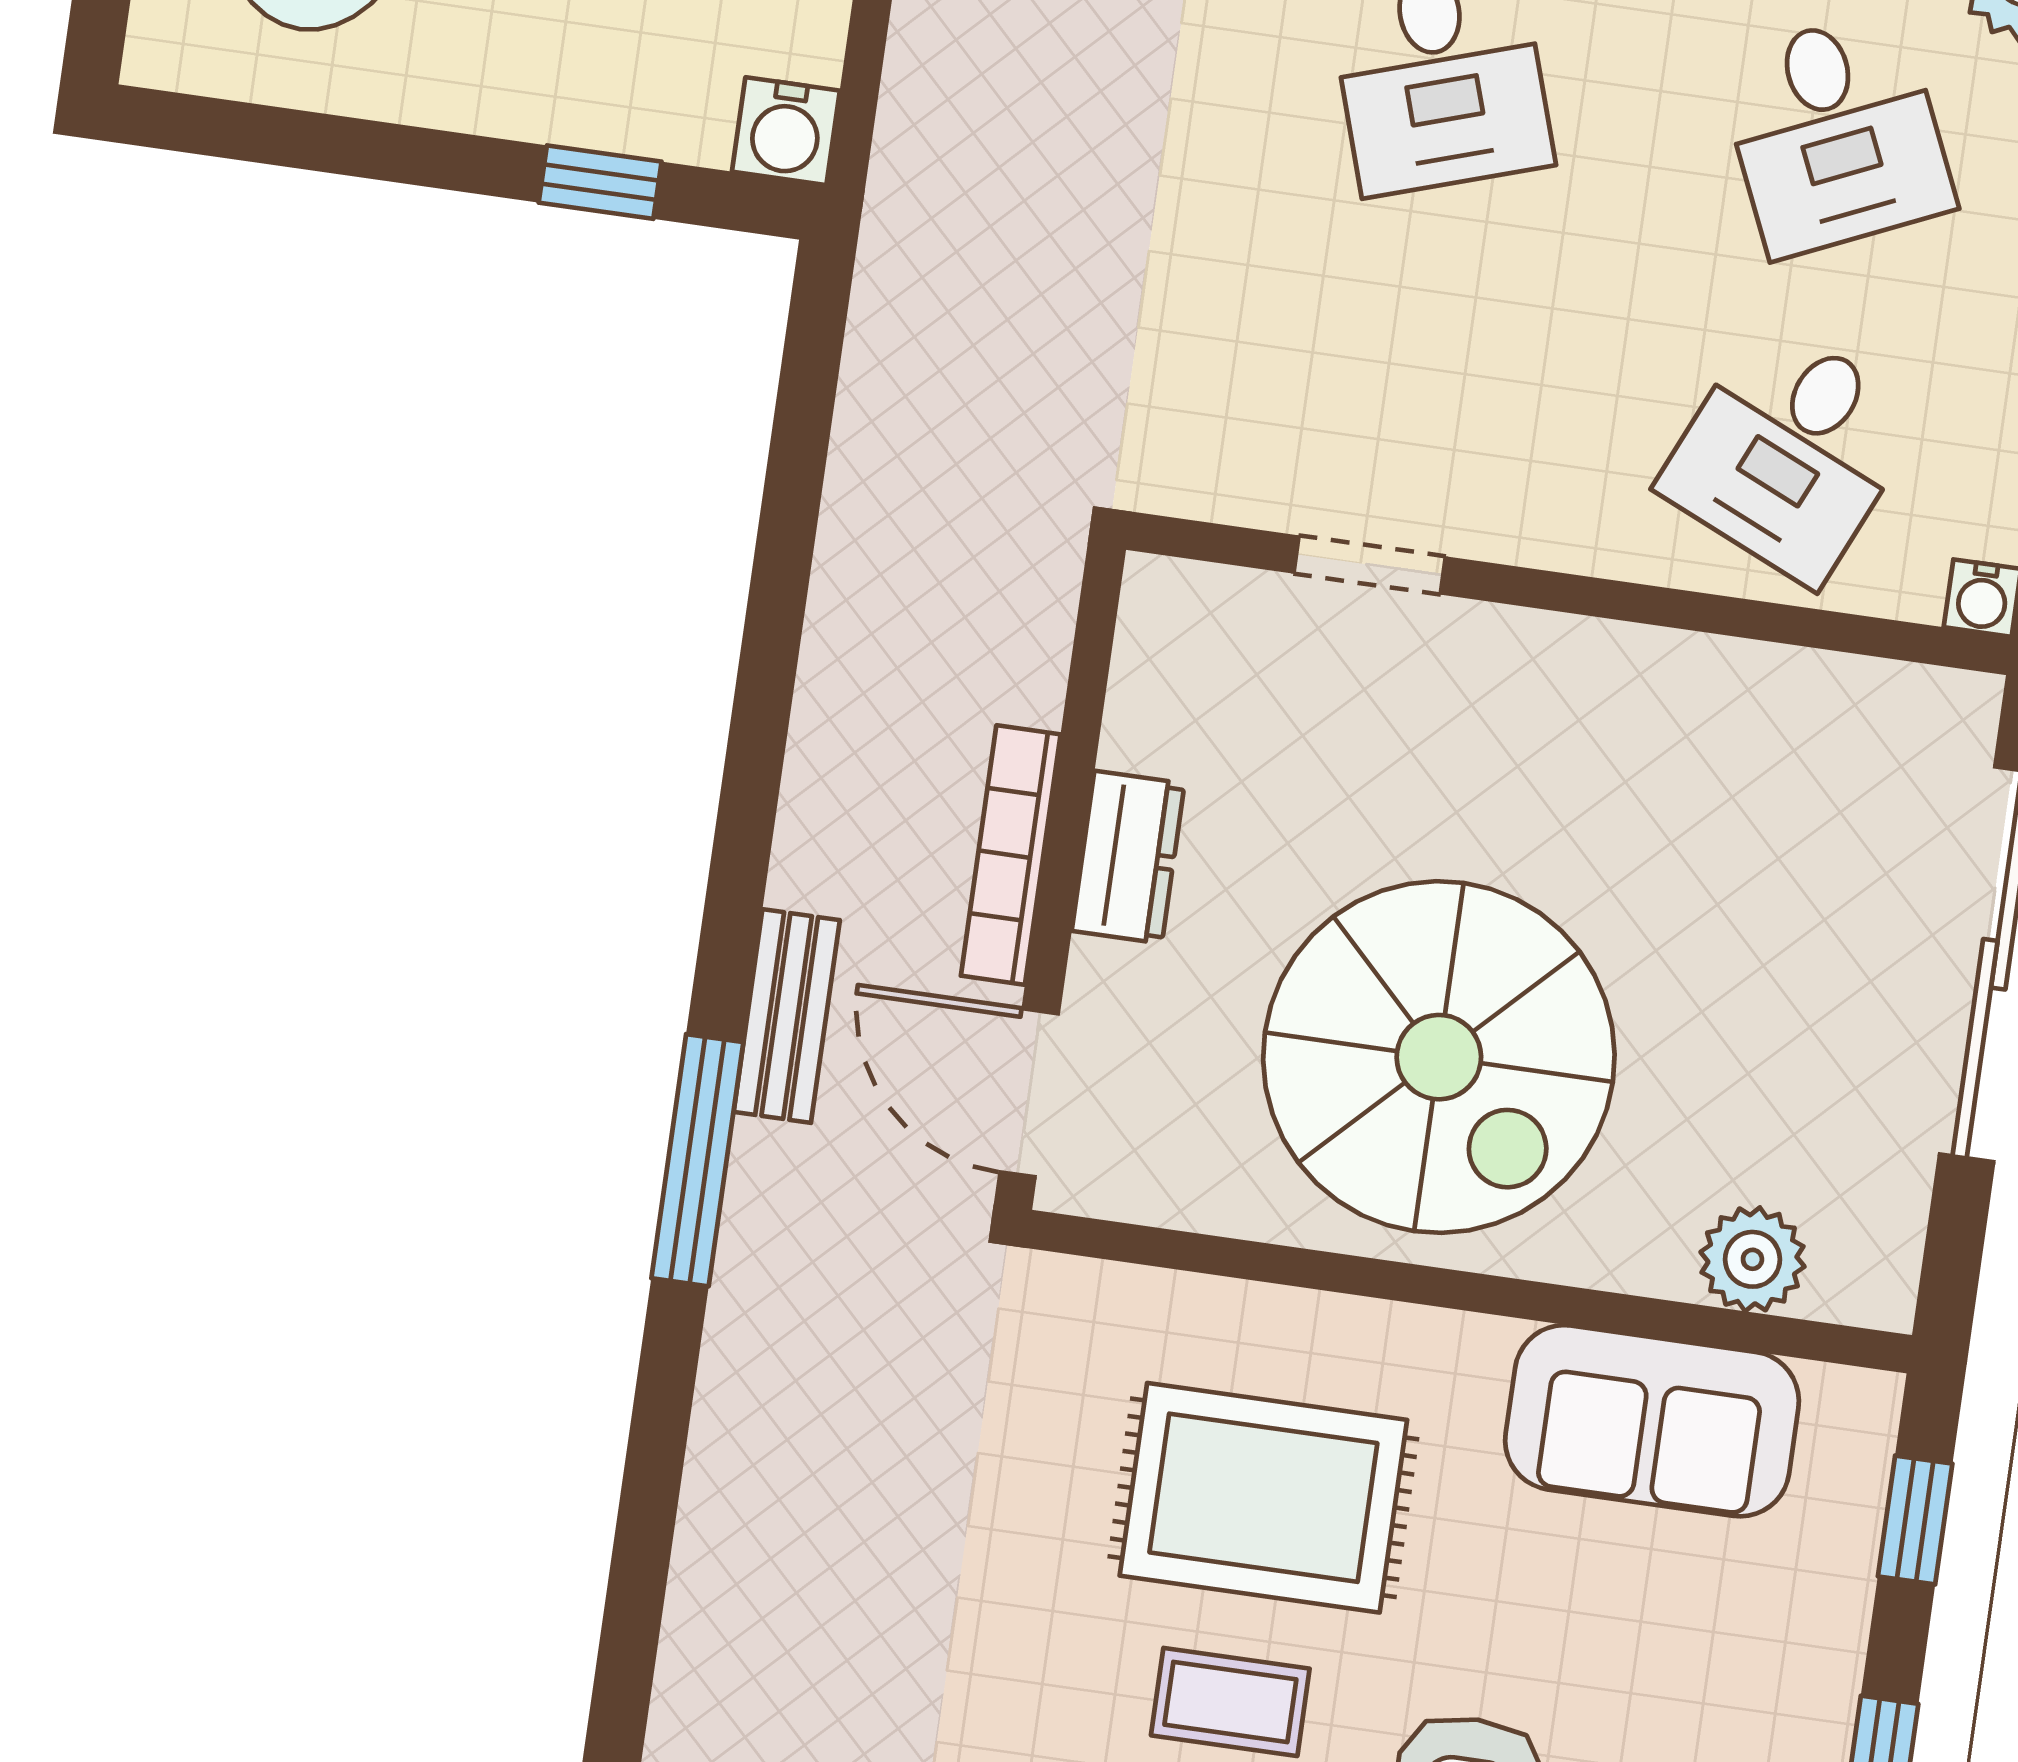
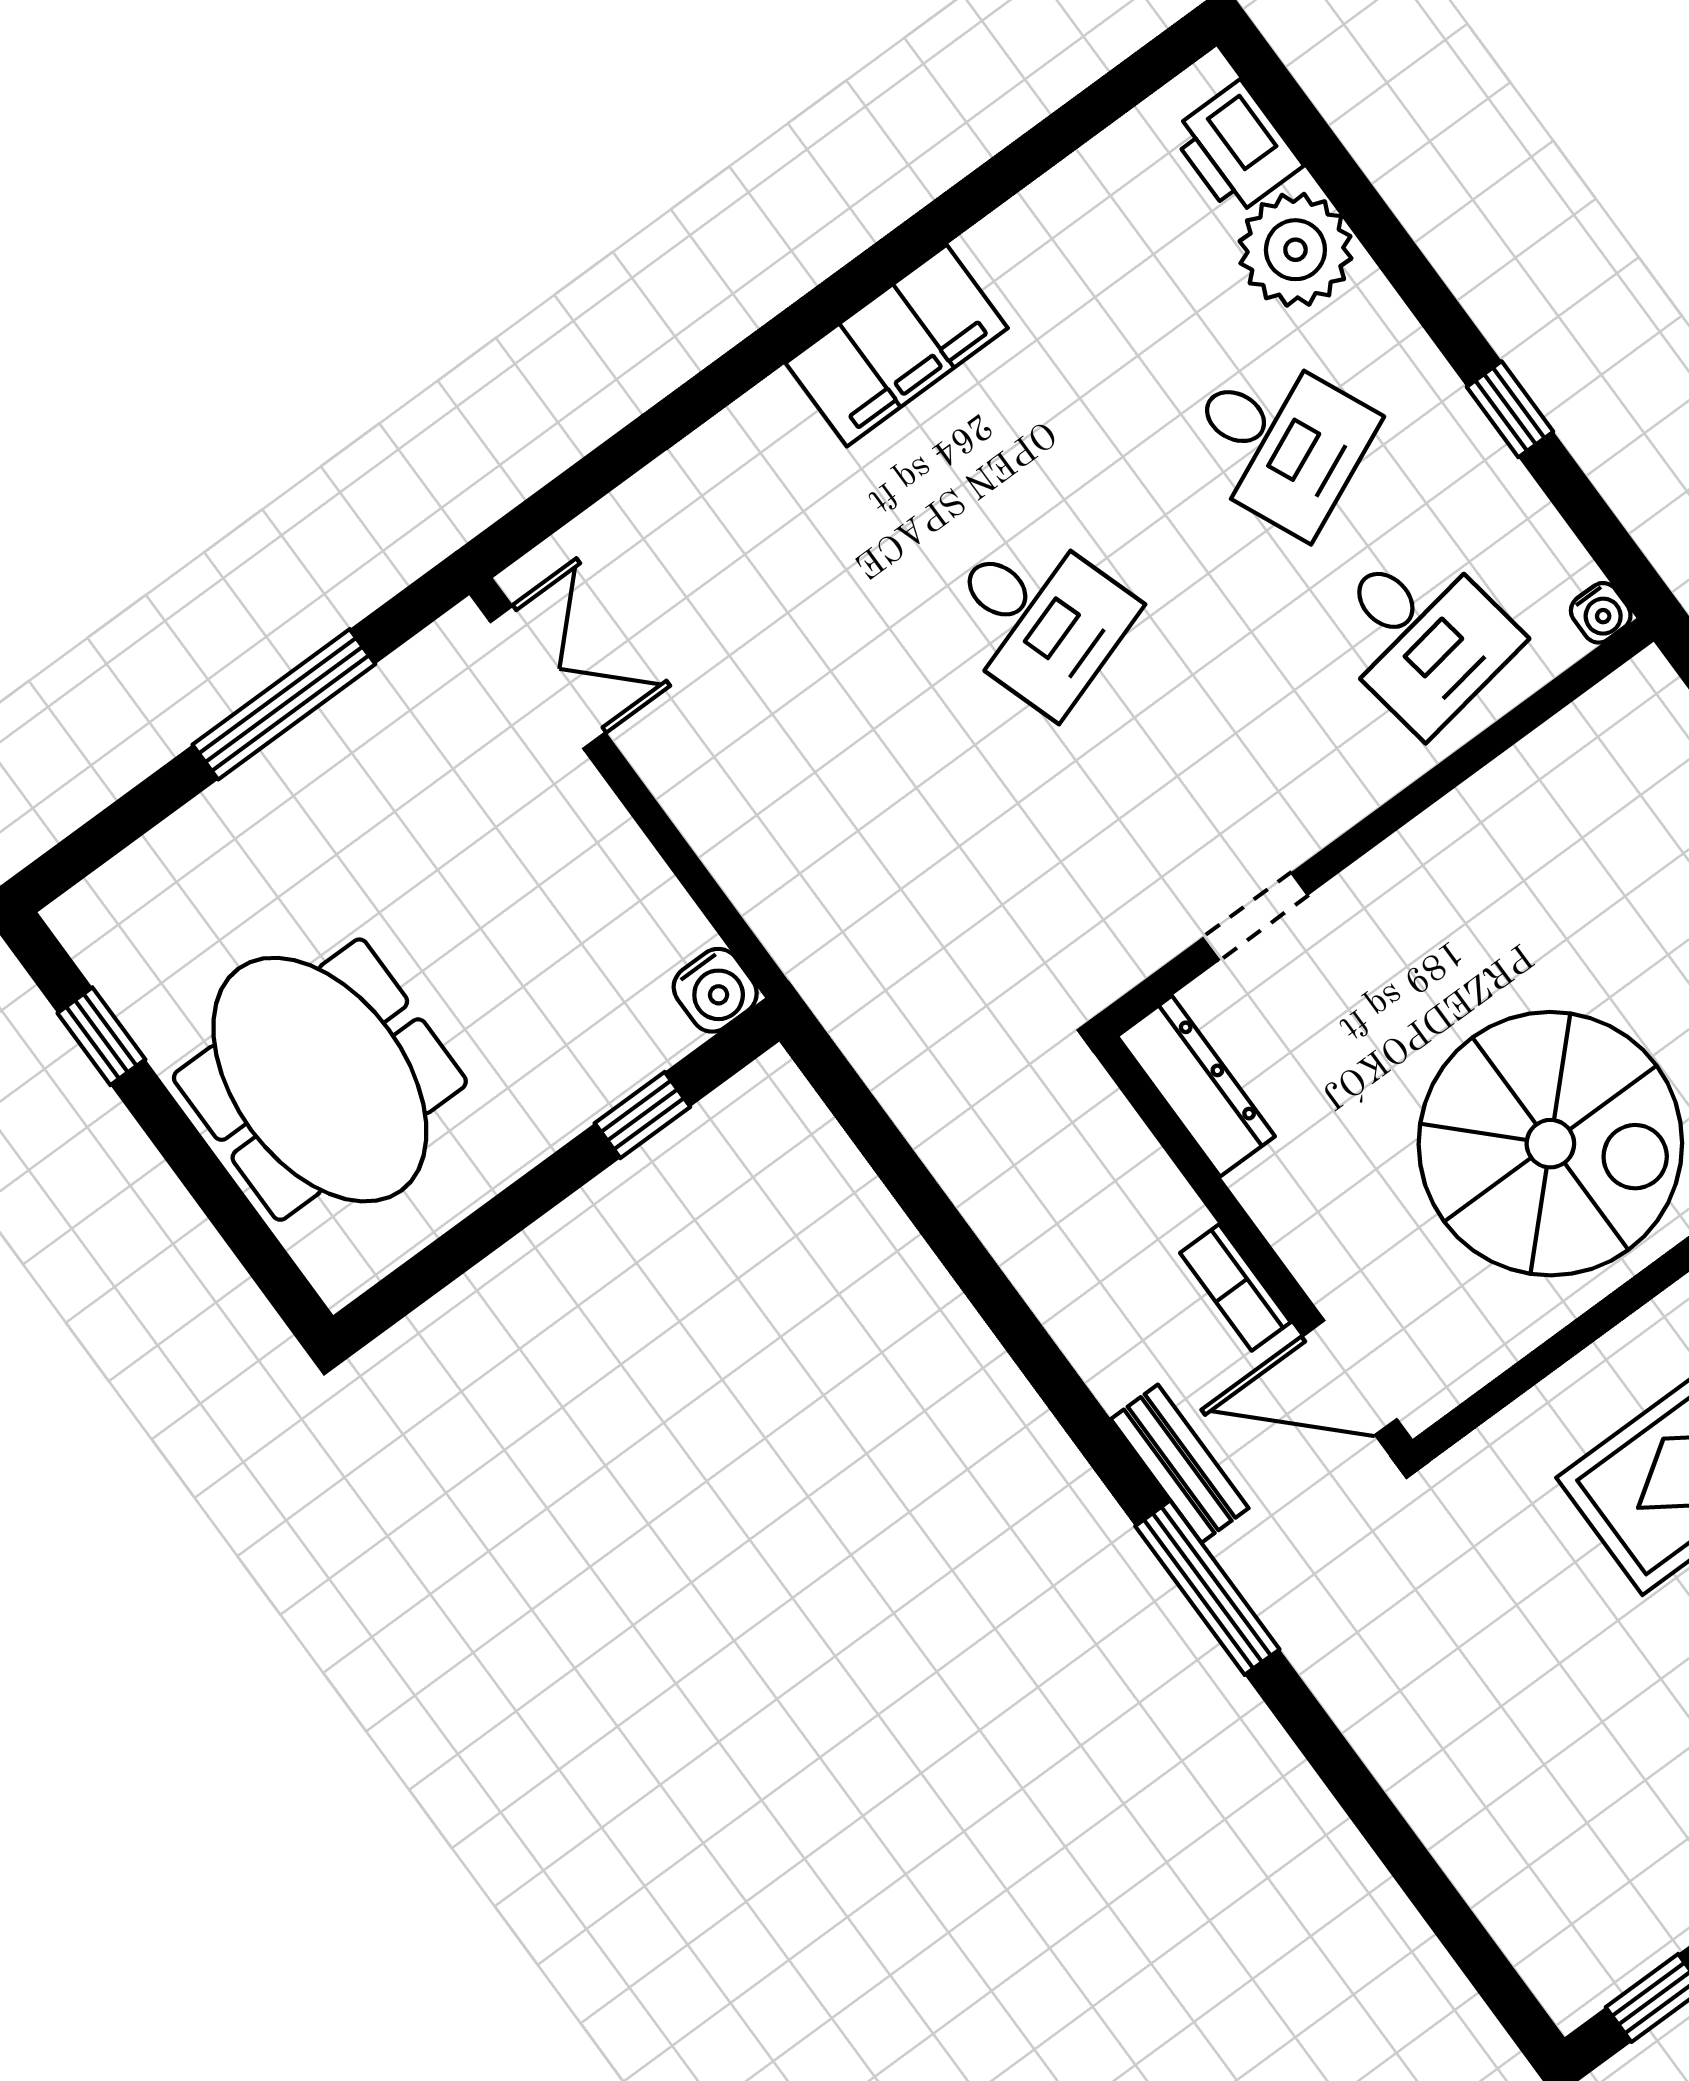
desk: (1790, 451) -> (1421, 635), turned -33
bookcase: (1011, 855) -> (1235, 1287), width x0.64
dresser: (1128, 857) -> (1196, 1086), moved, width x1.44

